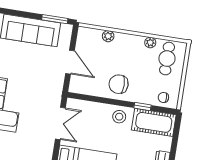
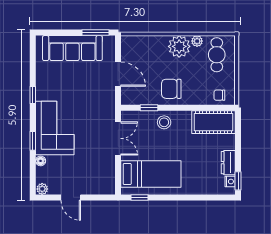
plant: (108, 36) -> (179, 46), moved, width x1.87, depth x1.87
window: (143, 107) -> (149, 108), moved
stool: (119, 117) -> (164, 122), moved

